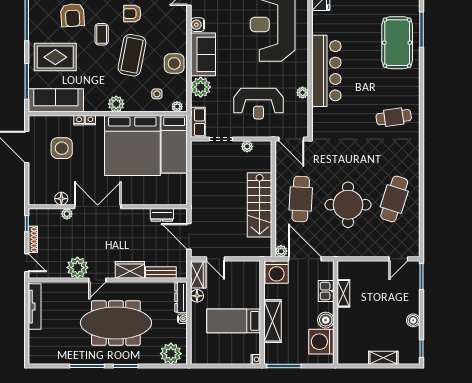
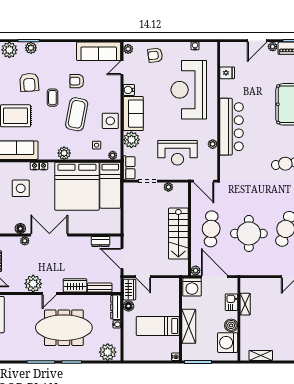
shelving: (383, 358) -> (261, 355), moved

